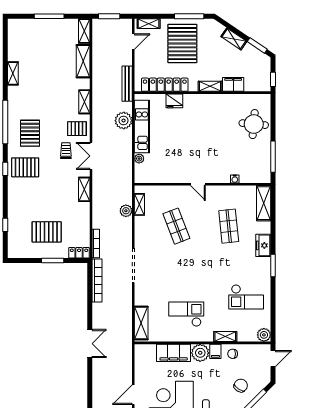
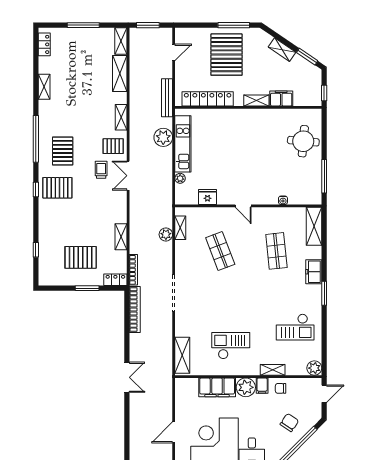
shelving: (149, 24) -> (190, 33), removed
locker: (13, 34) -> (44, 44), added
fridge: (174, 101) -> (207, 197), moved, turned 180
shelving: (84, 189) -> (121, 237), moved

